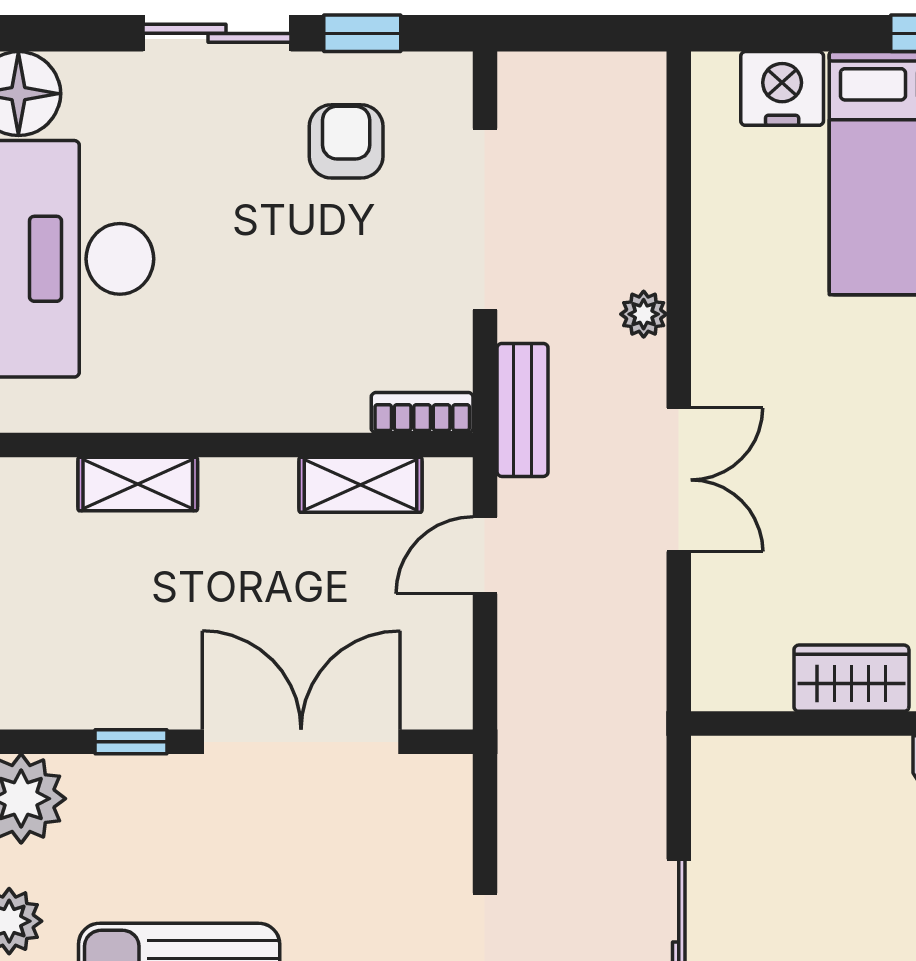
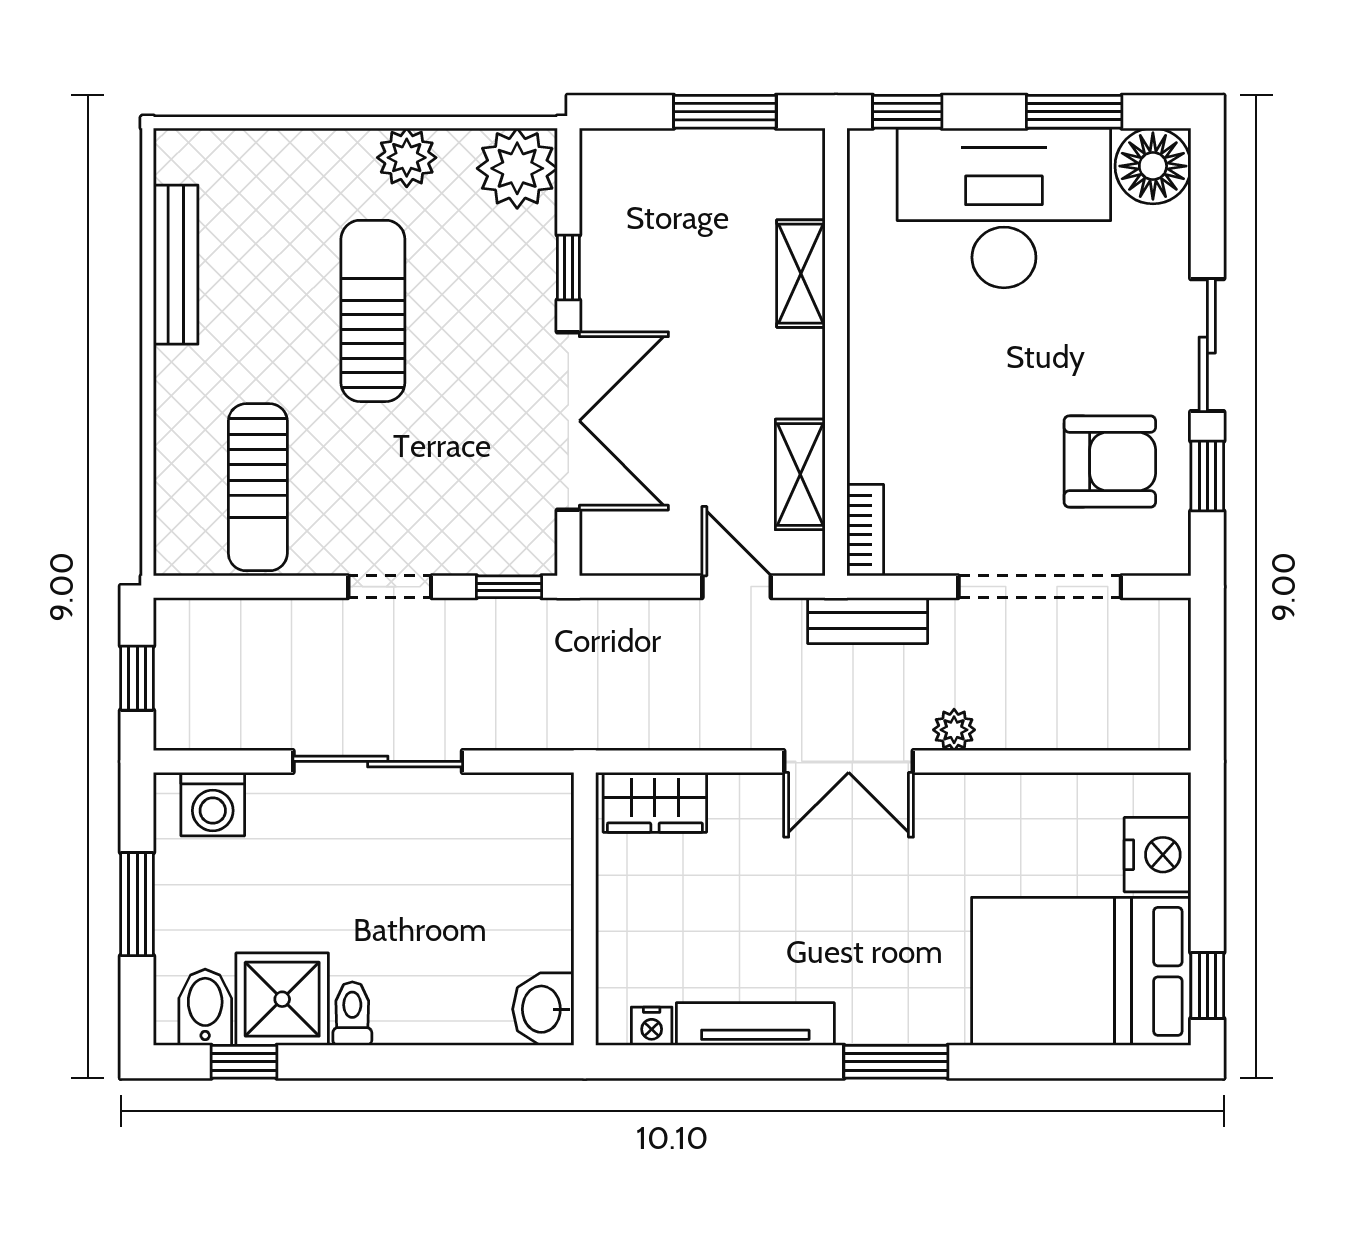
armchair: (346, 141) -> (1110, 462), width x1.38, depth x1.38
double door: (679, 480) -> (849, 761), moved
wardrobe: (851, 678) -> (655, 802), moved, turned 90
window: (485, 808) -> (509, 587), added

